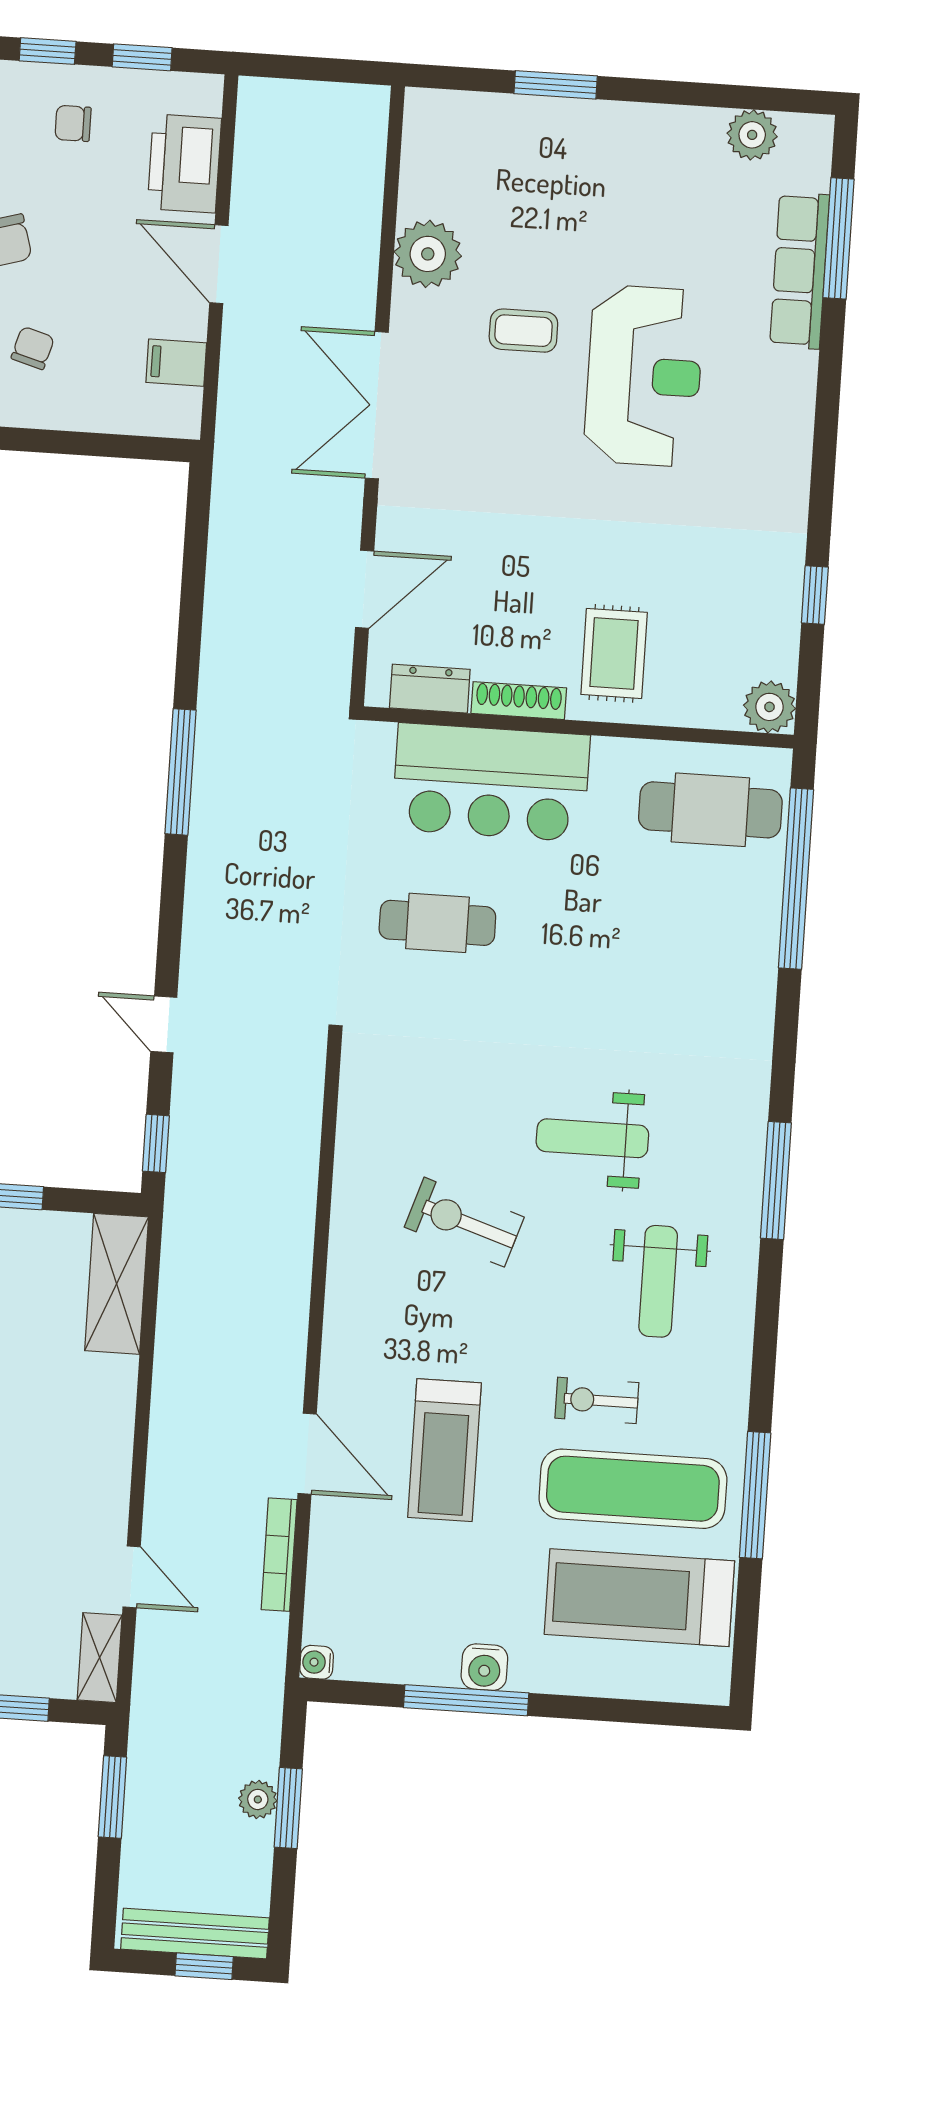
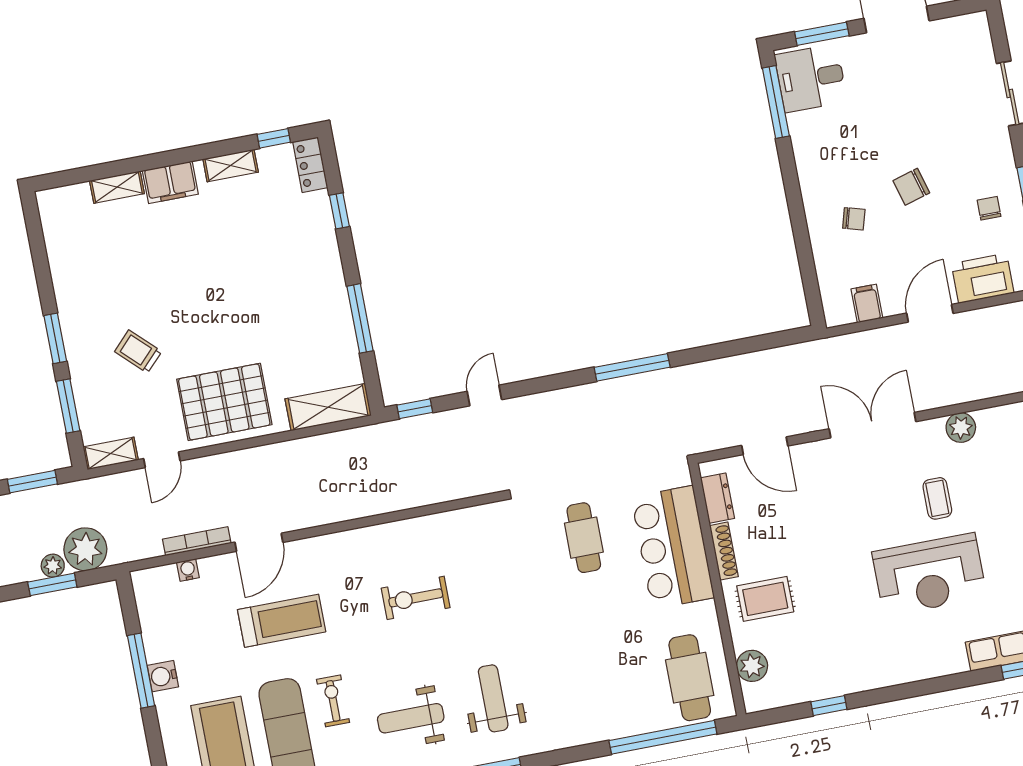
plant: (428, 254) -> (961, 428), width x0.73, depth x0.73
plant: (769, 707) -> (752, 666), moved
weight bench: (592, 1138) -> (493, 698), moved
exercise bike: (464, 1222) -> (416, 598), turned -108
treadmill: (444, 1450) -> (282, 621), turned 180
pallet: (64, 1451) -> (224, 402), added
water cooler: (317, 1662) -> (188, 570), moved
plant: (245, 1739) -> (85, 549), added

